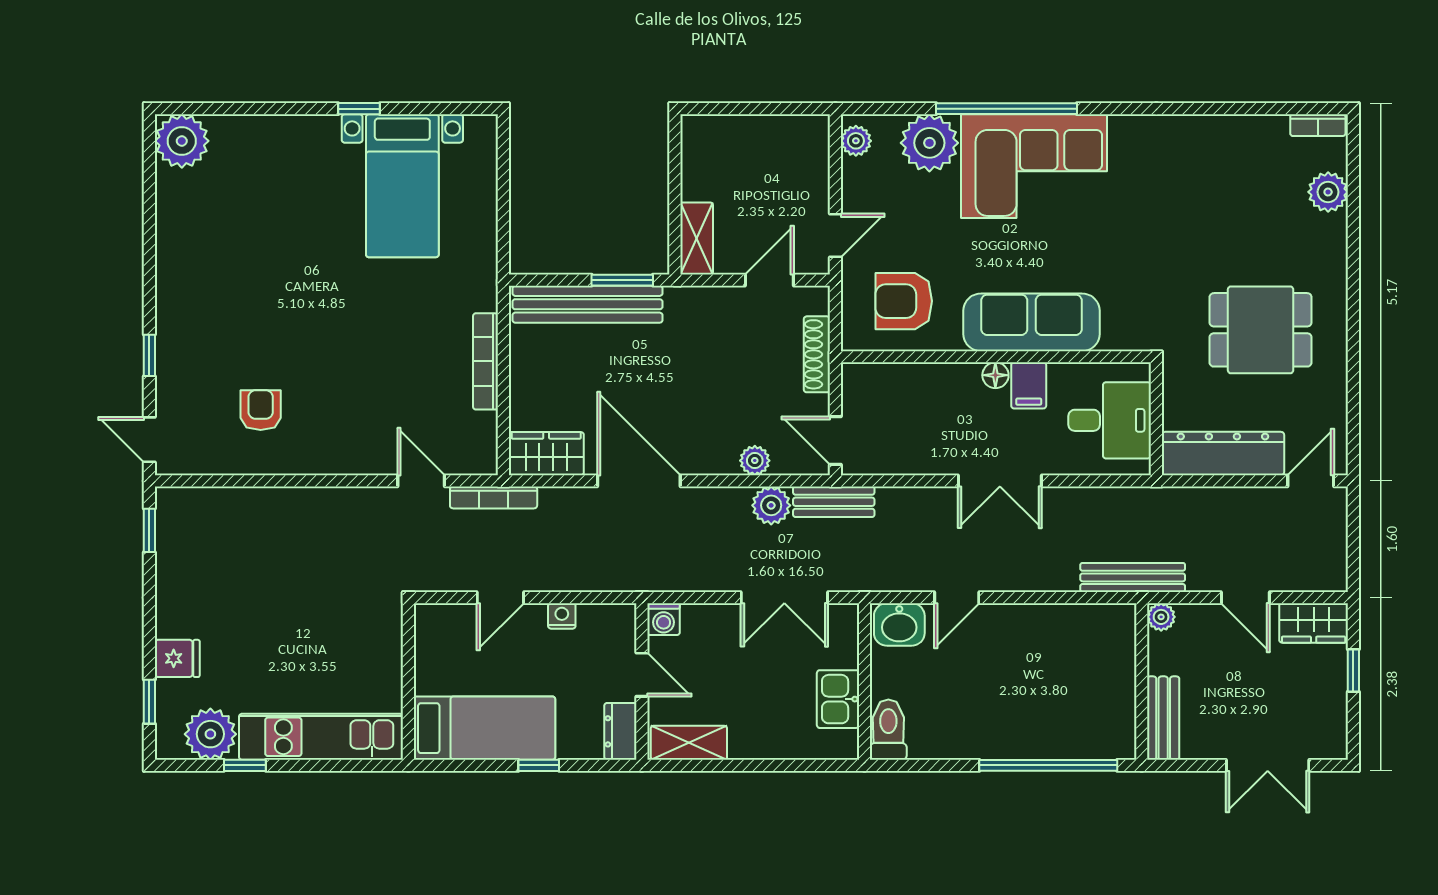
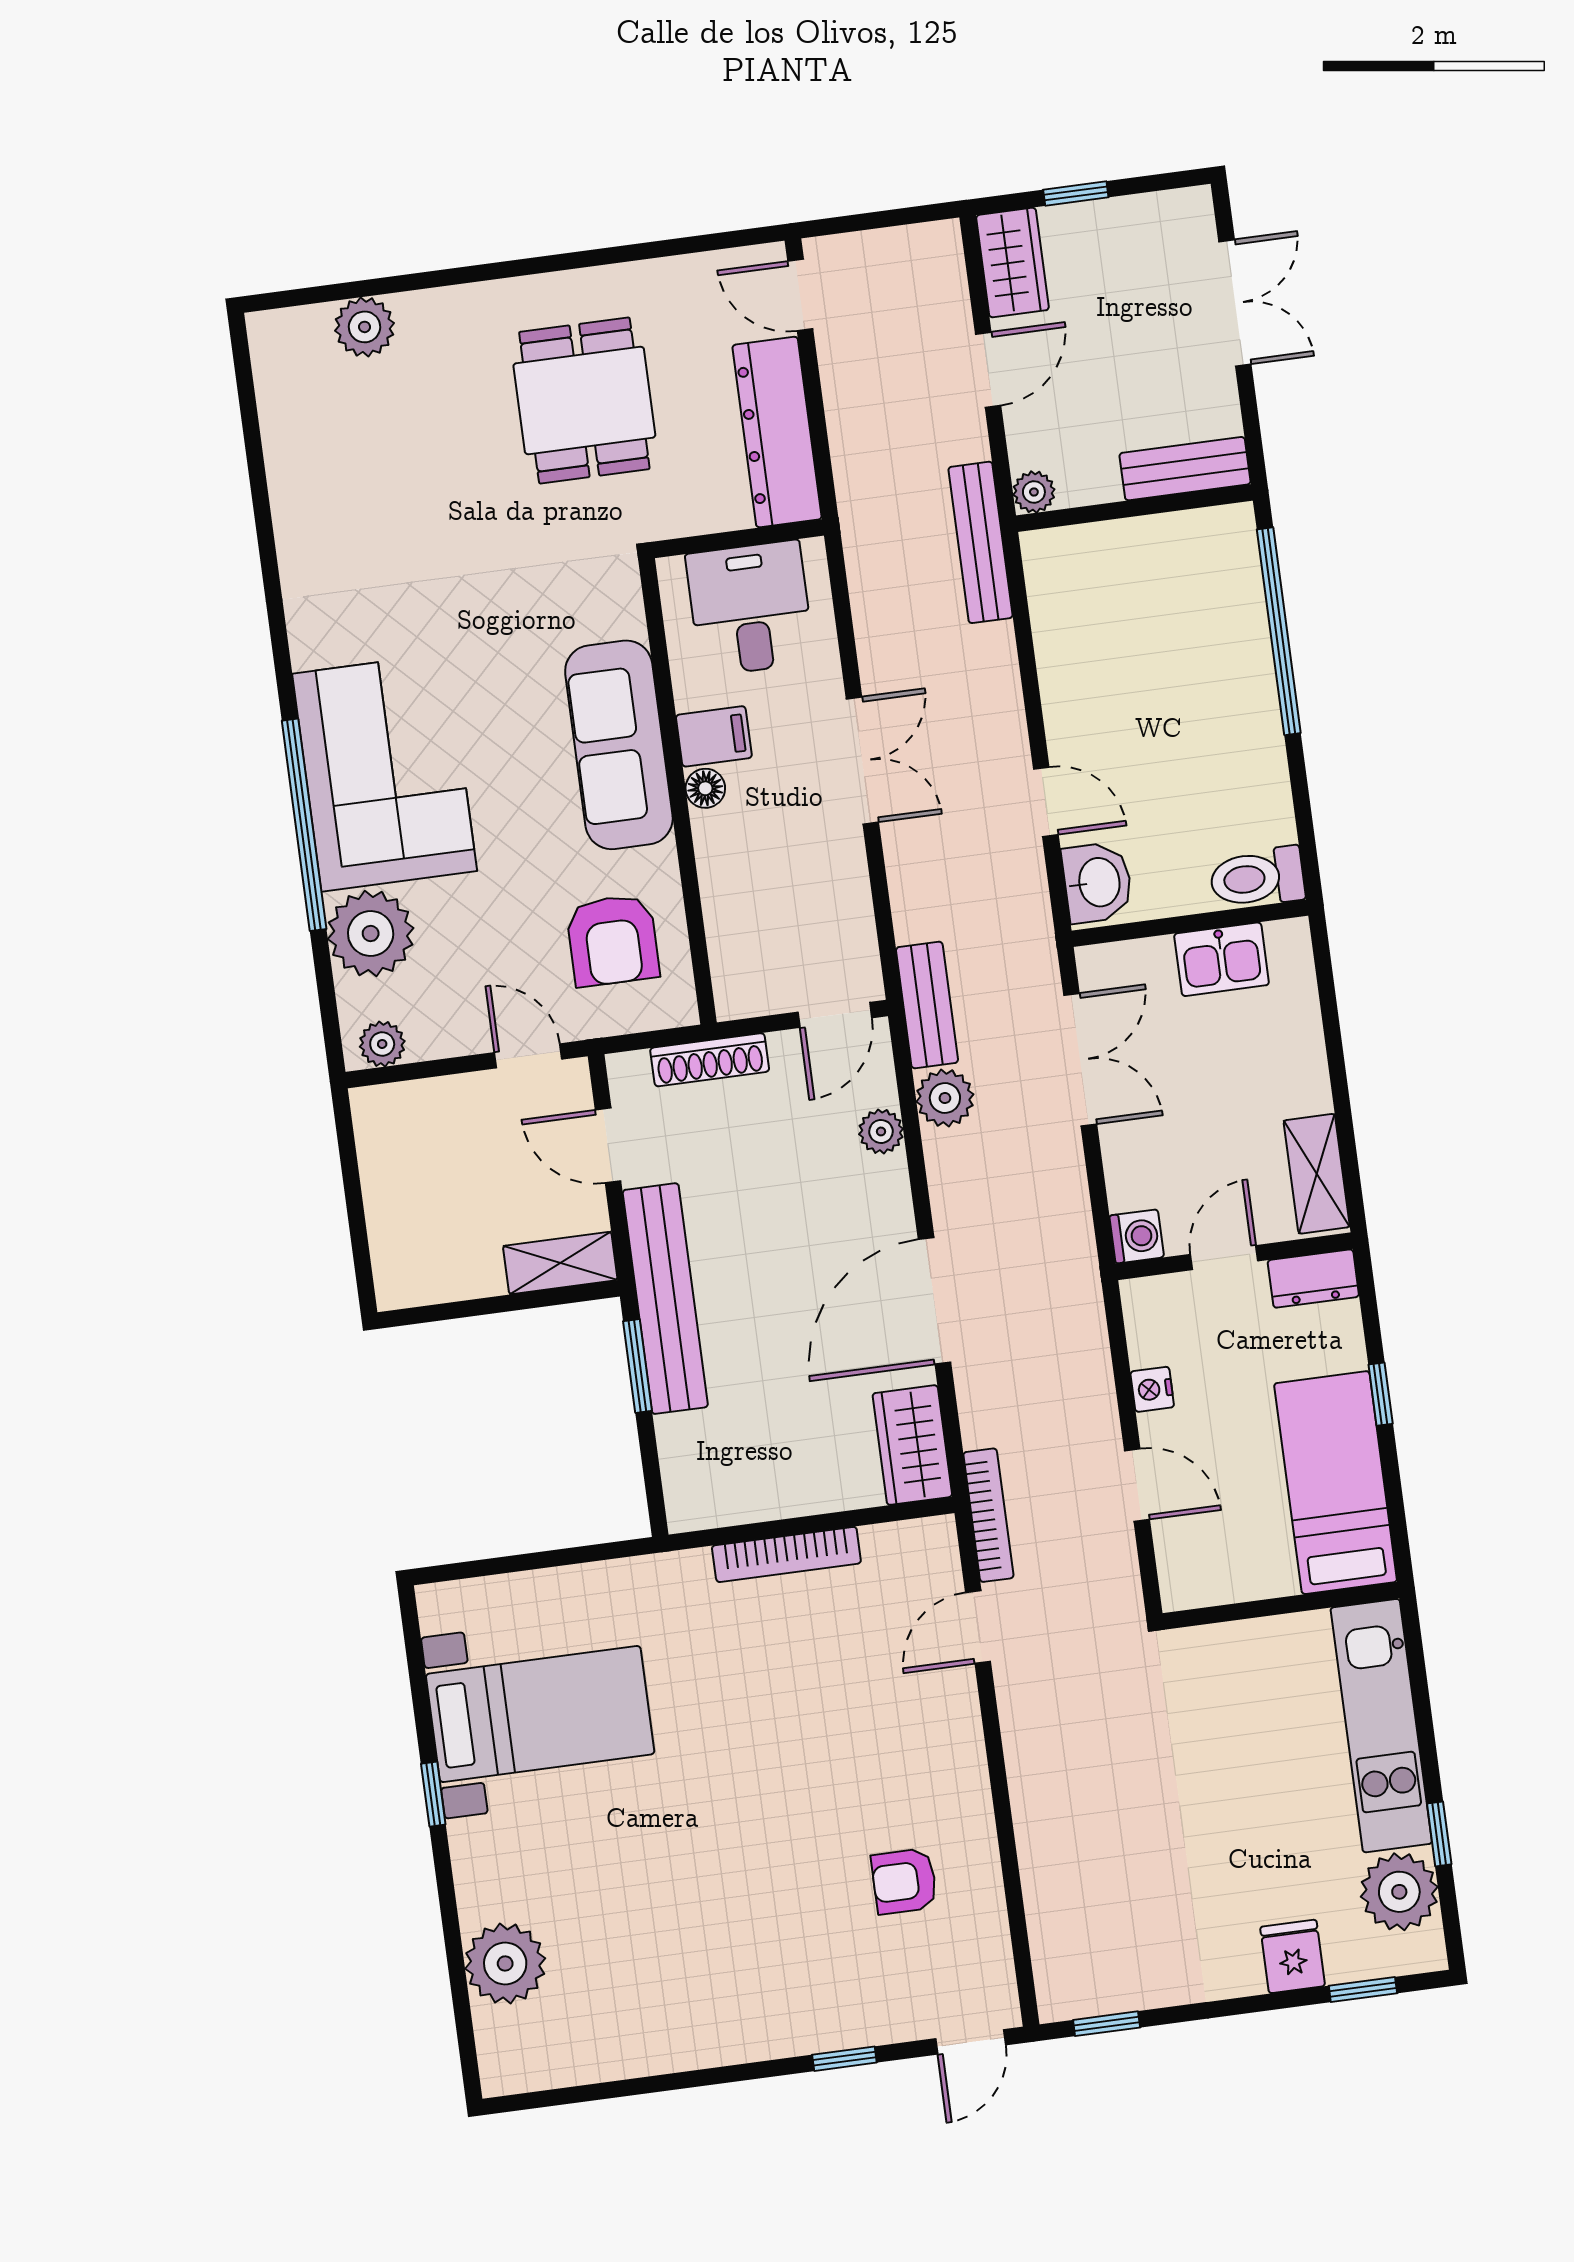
bookcase: (1318, 125) -> (267, 356), removed
plant: (182, 141) -> (505, 1963), moved
bench: (587, 304) -> (665, 1299), moved

